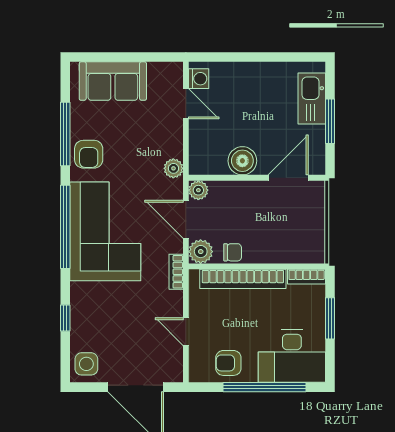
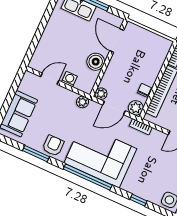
washing machine: (199, 79) -> (69, 79), moved
window: (65, 134) -> (36, 154), width x0.69
armchair: (89, 154) -> (53, 146), turned -90

